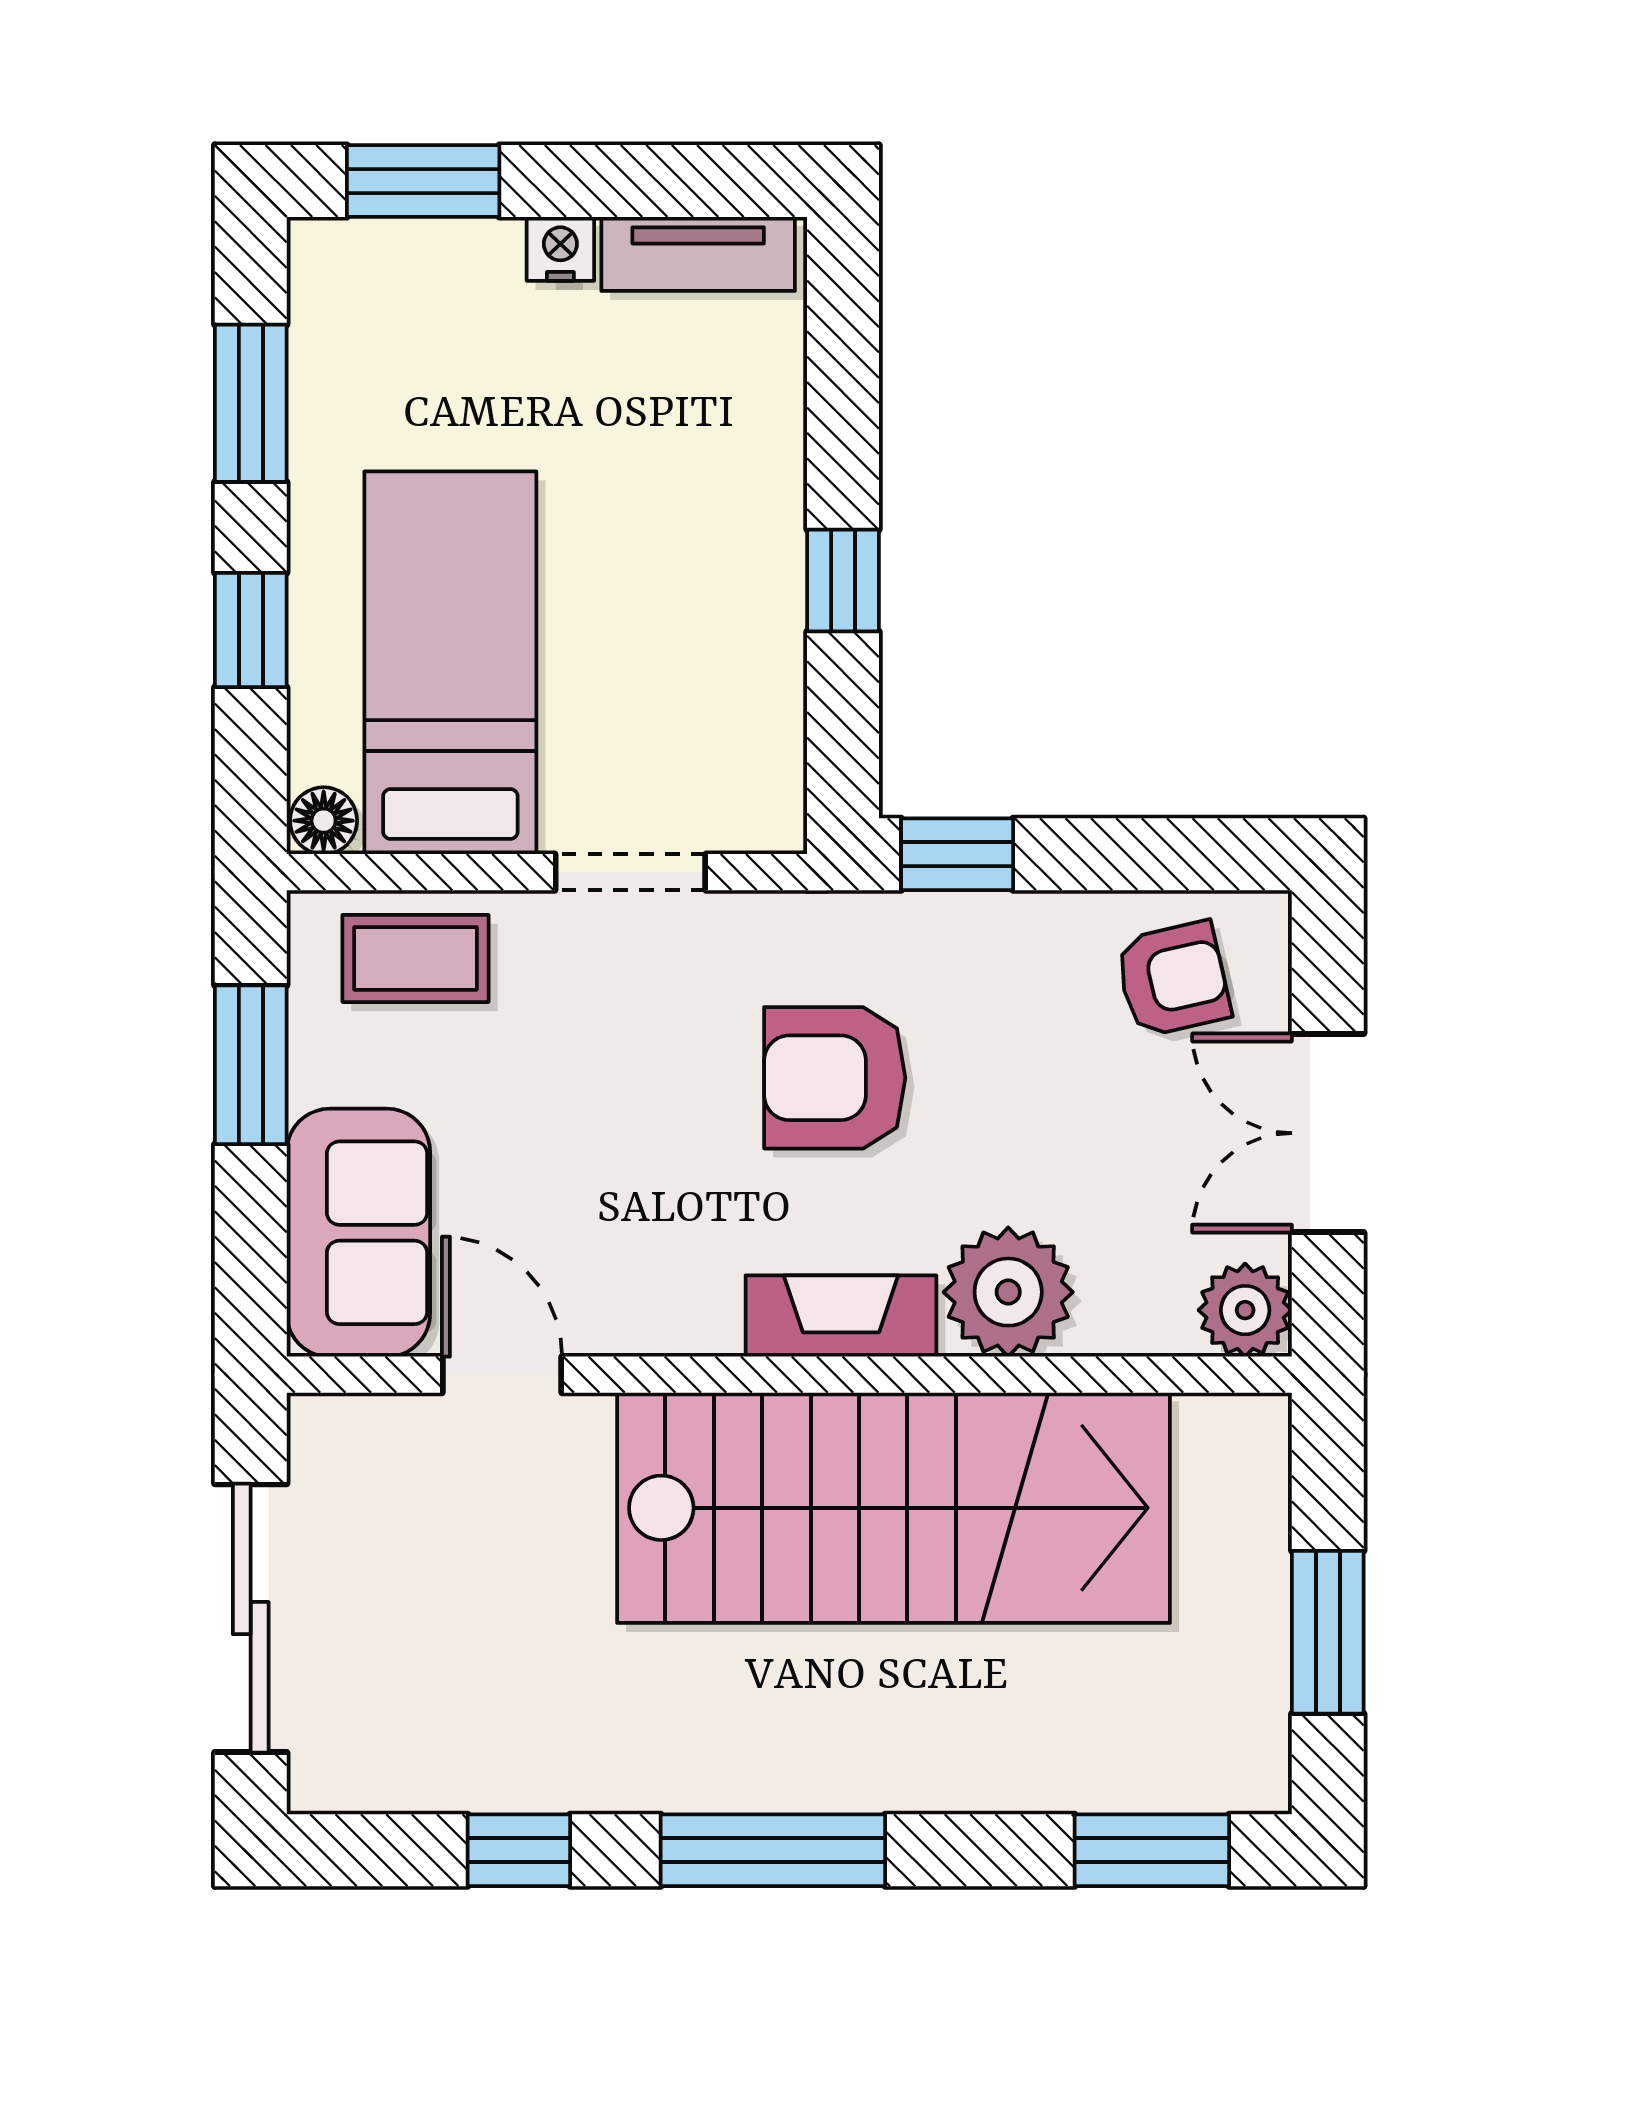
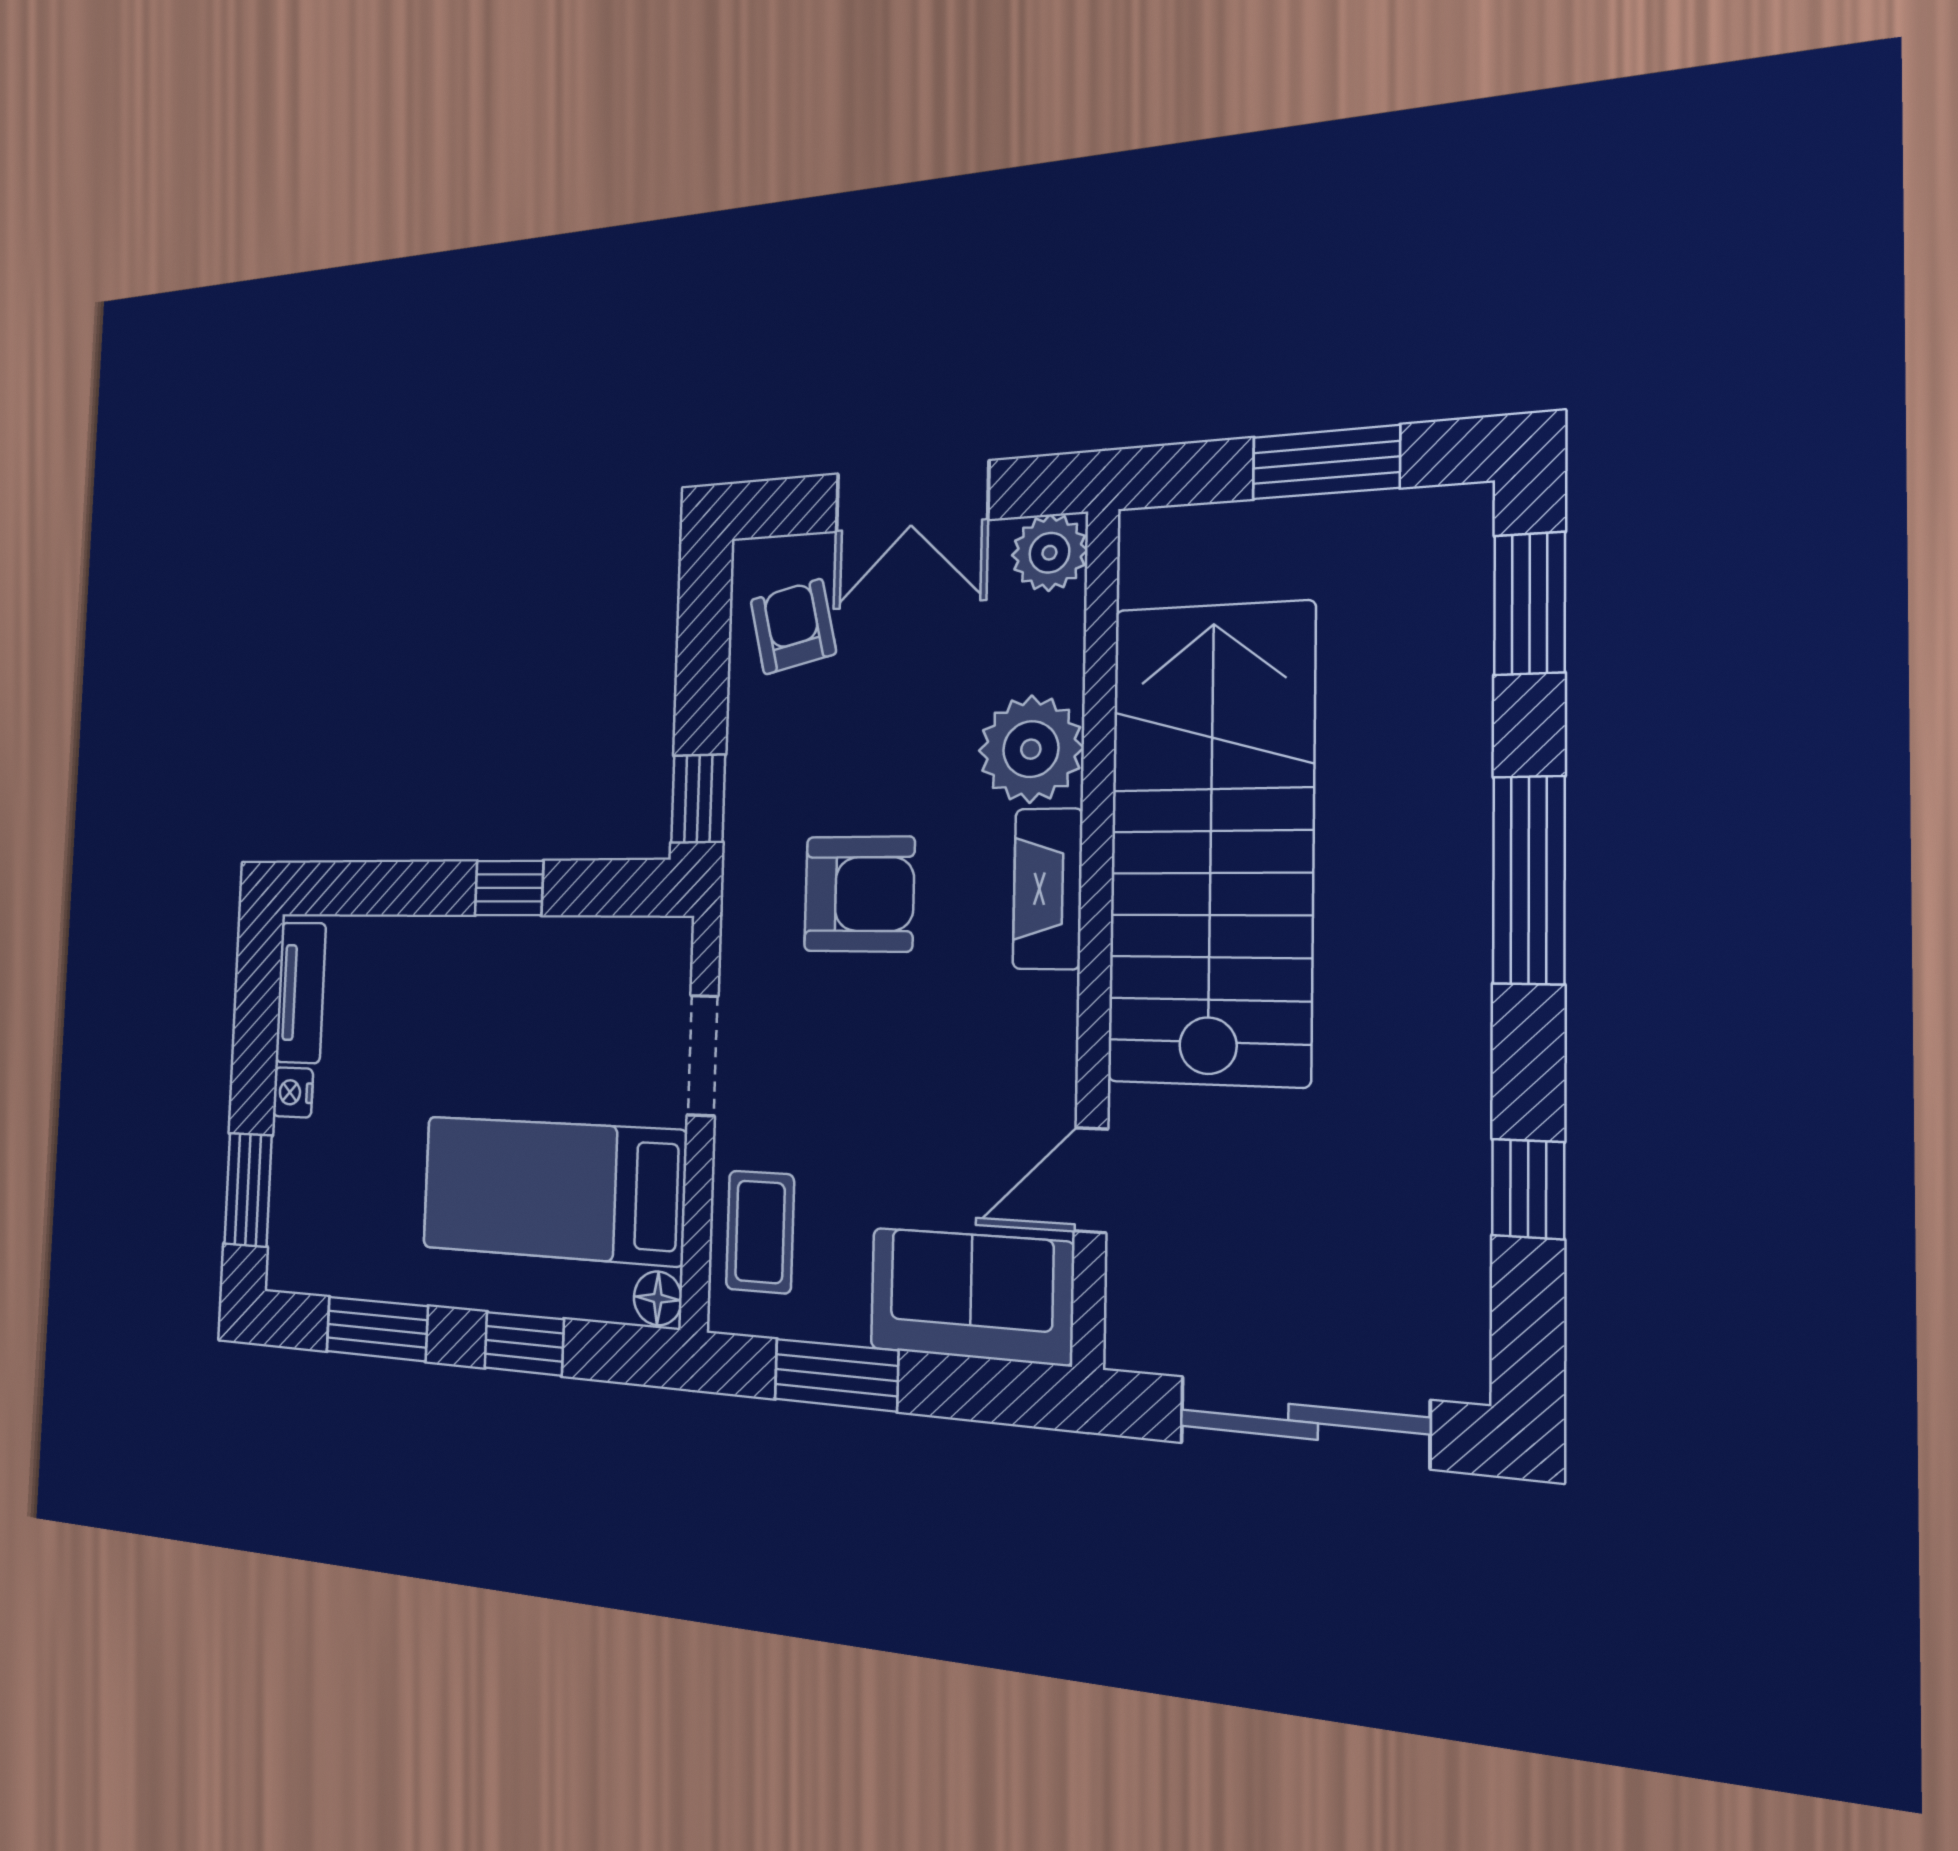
armchair: (835, 1078) -> (859, 894), turned -90
window: (773, 1850) -> (1529, 880), moved

